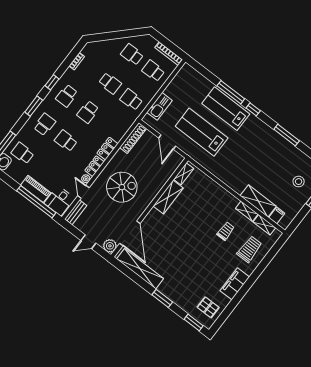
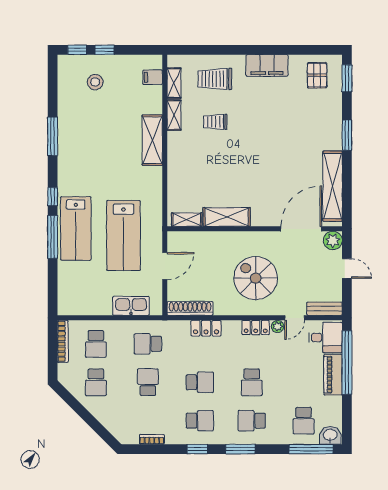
school desk: (131, 100) -> (148, 344), turned 90
locker: (107, 149) -> (206, 328), moved
shelving: (258, 201) -> (152, 140), moved

